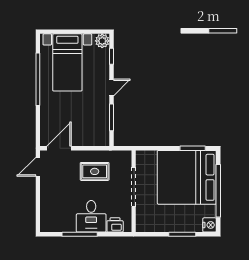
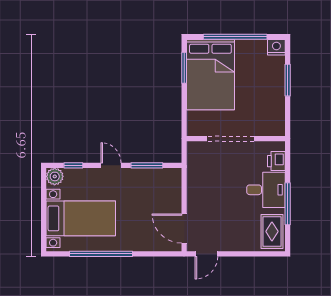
door: (38, 167) -> (206, 254), hinge flipped
rug: (95, 171) -> (272, 231), moved
bed: (187, 177) -> (210, 75), width x0.73

